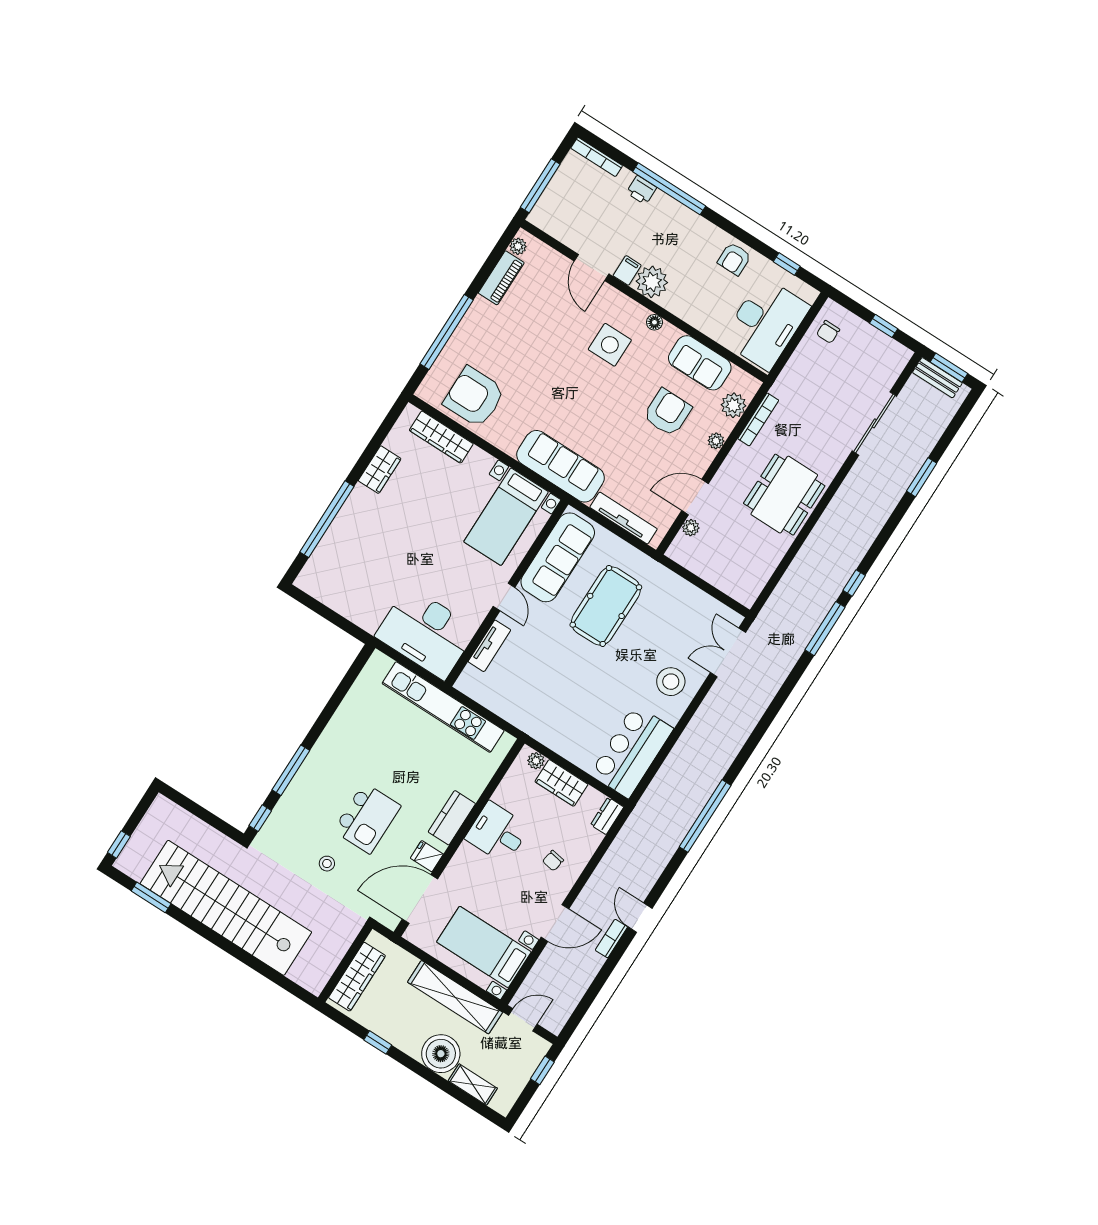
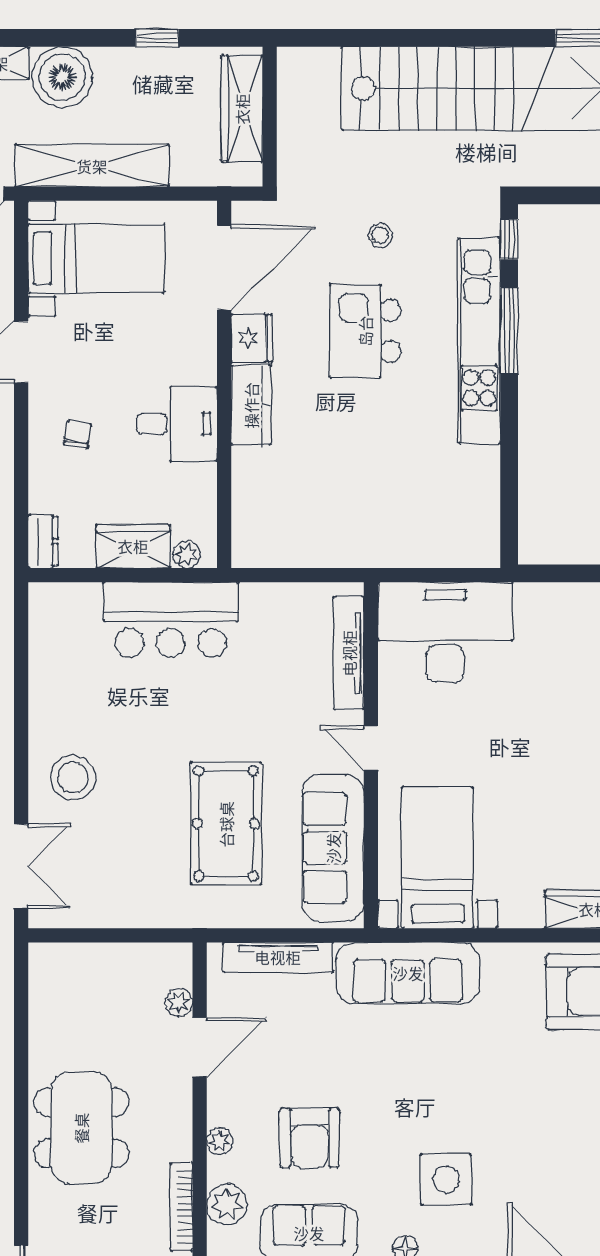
tv unit: (489, 646) -> (349, 653), width x1.41
kitchen unit: (443, 707) -> (479, 341), moved, turned -90
bar counter: (632, 751) -> (171, 620), moved, turned 90
fridge: (427, 856) -> (252, 338), width x1.38

